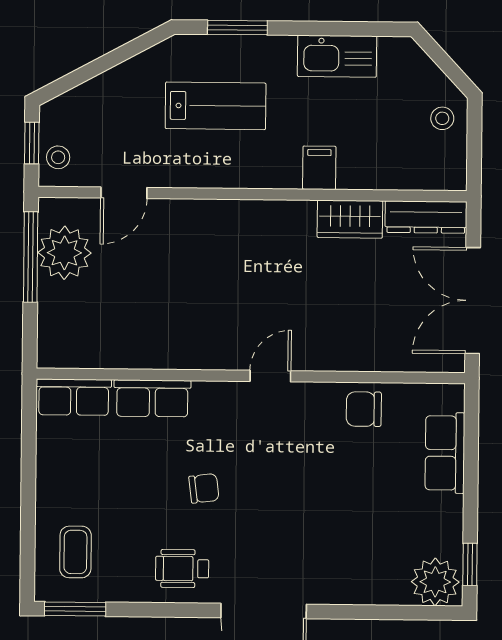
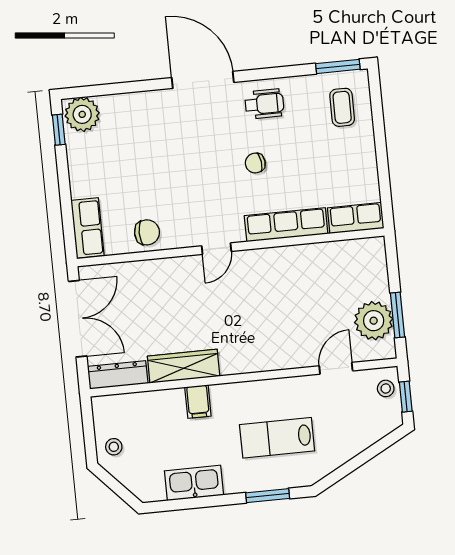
wardrobe: (350, 219) -> (184, 366), width x1.50
window: (31, 257) -> (398, 315), width x0.69
row of seats: (152, 398) -> (286, 225), width x1.48
row of seats: (445, 453) -> (88, 228), moved

